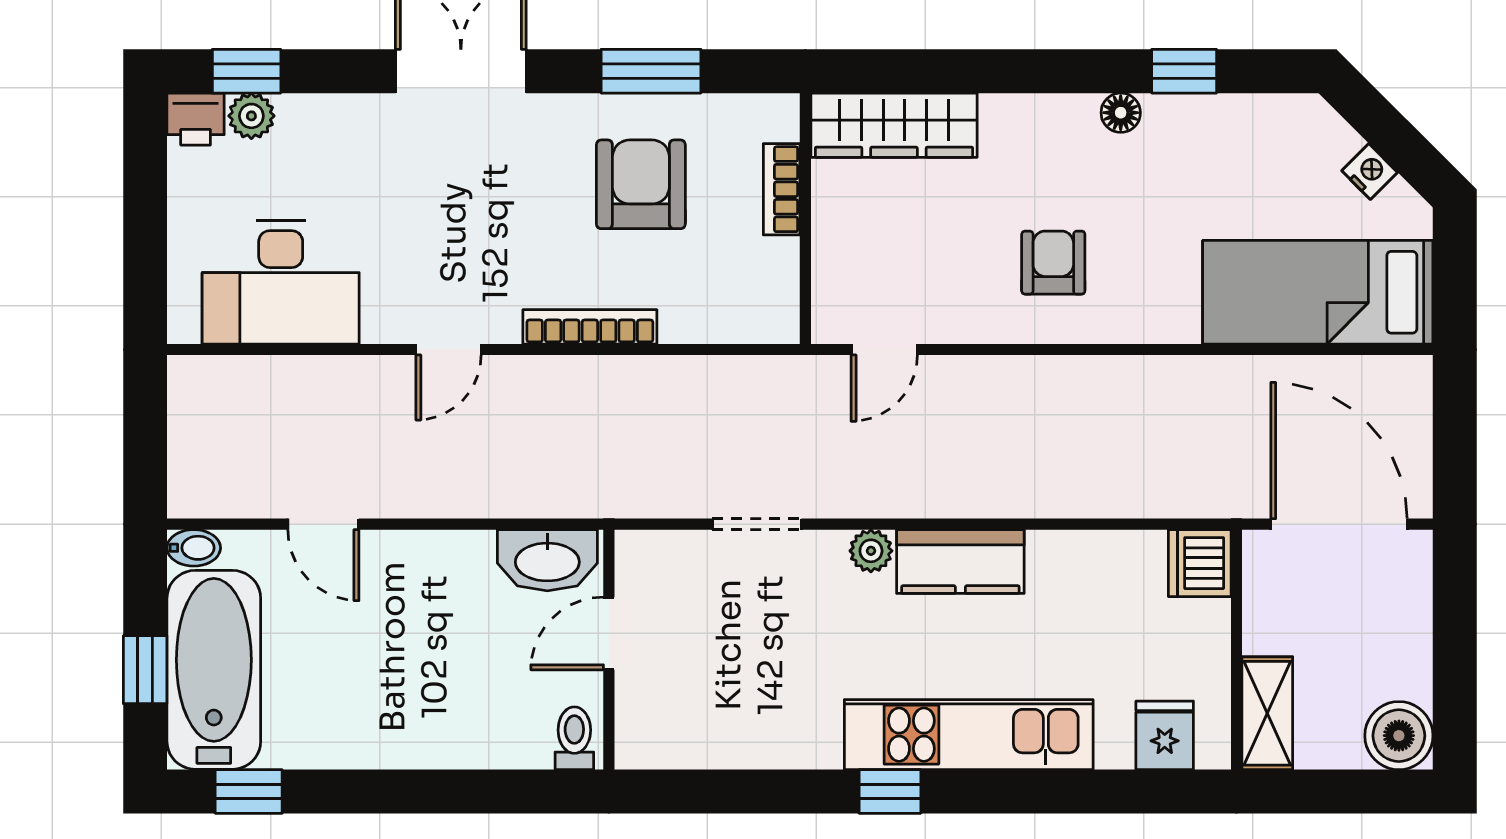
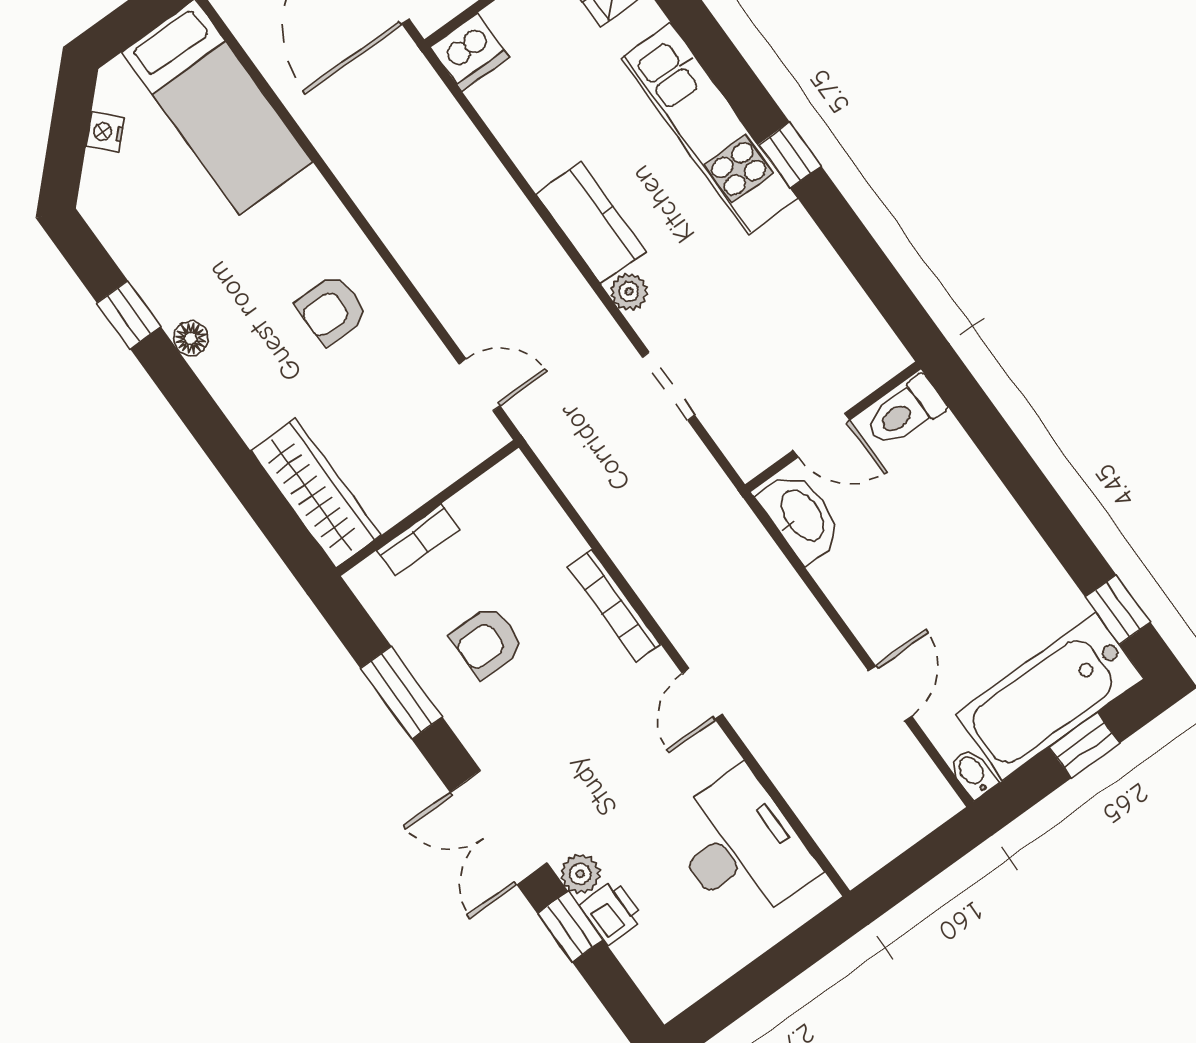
window: (247, 71) -> (570, 927), moved
plant: (251, 116) -> (580, 874), moved
printer: (196, 119) -> (611, 912), moved
armchair: (641, 184) -> (487, 642), width x0.72, depth x0.72
door: (449, 349) -> (702, 694), swing flipped
toilet: (574, 738) -> (905, 412), width x1.37, depth x1.39

